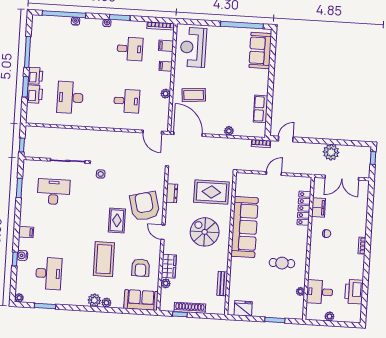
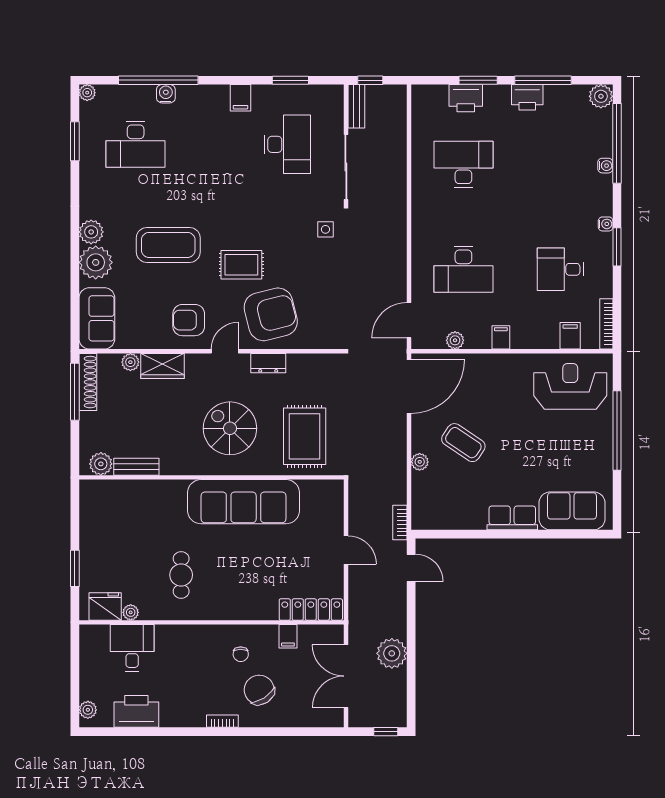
plant: (38, 21) -> (601, 96), added
window: (242, 25) -> (617, 431), moved
desk: (130, 49) -> (560, 269), turned 90
filing cabinet: (166, 66) -> (501, 337), moved
printer: (35, 76) -> (527, 97), moved
plant: (166, 94) -> (455, 340), moved
coffee table: (194, 95) -> (463, 443), moved, turned -51
desk: (127, 101) -> (463, 269), width x1.37
row of seats: (261, 109) -> (512, 518), moved
bench: (35, 153) -> (356, 106), added
dresser: (172, 193) -> (268, 363), moved
locker: (304, 208) -> (311, 610), moved
filing cabinet: (318, 208) -> (288, 636), width x0.50
chair: (346, 225) -> (259, 690), added
filing cabinet: (26, 232) -> (240, 98), moved
spiral stairs: (205, 232) -> (230, 428), turned -90
window: (15, 259) -> (158, 80), width x3.17
armchair: (141, 268) -> (189, 320), moved
plant: (106, 303) -> (96, 262), width x1.88, depth x1.88
plant: (219, 303) -> (101, 464), added
shoe rack: (190, 308) -> (88, 382), moved
fridge: (243, 308) -> (105, 607), moved, turned -90
window: (180, 314) -> (75, 392), width x2.17
plant: (329, 316) -> (88, 710), moved

